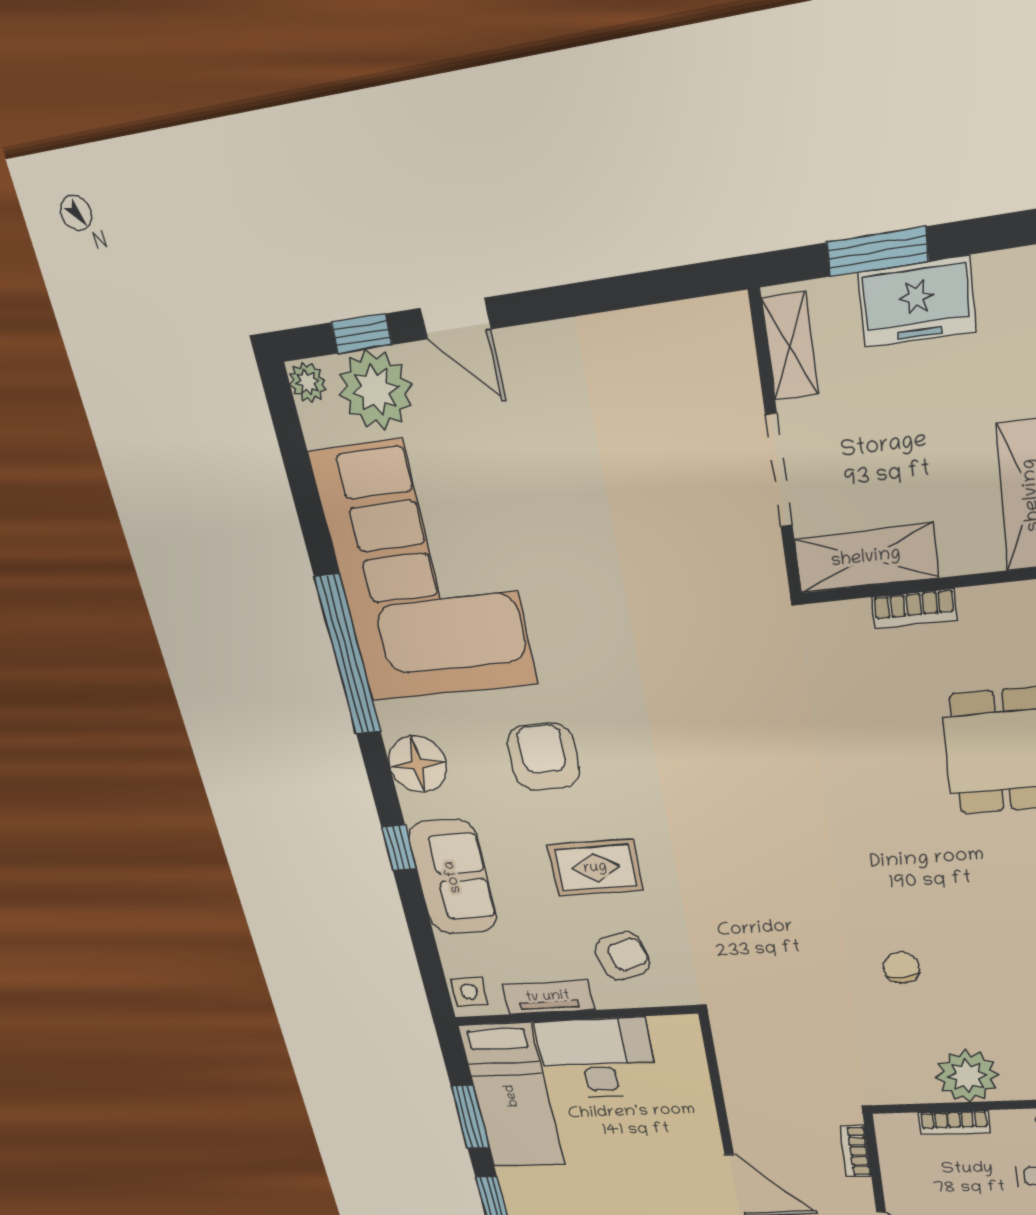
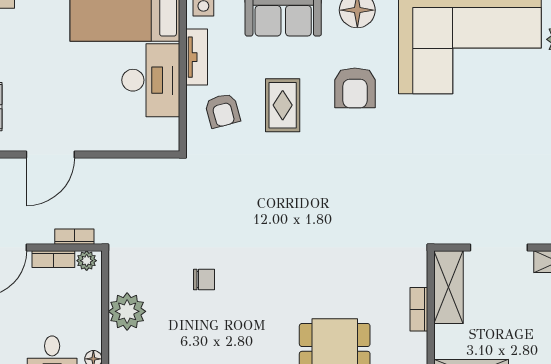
armchair: (543, 757) -> (355, 88), turned 90
bookcase: (954, 1123) -> (53, 259), moved, turned -90
plant: (891, 1134) -> (87, 261), added

